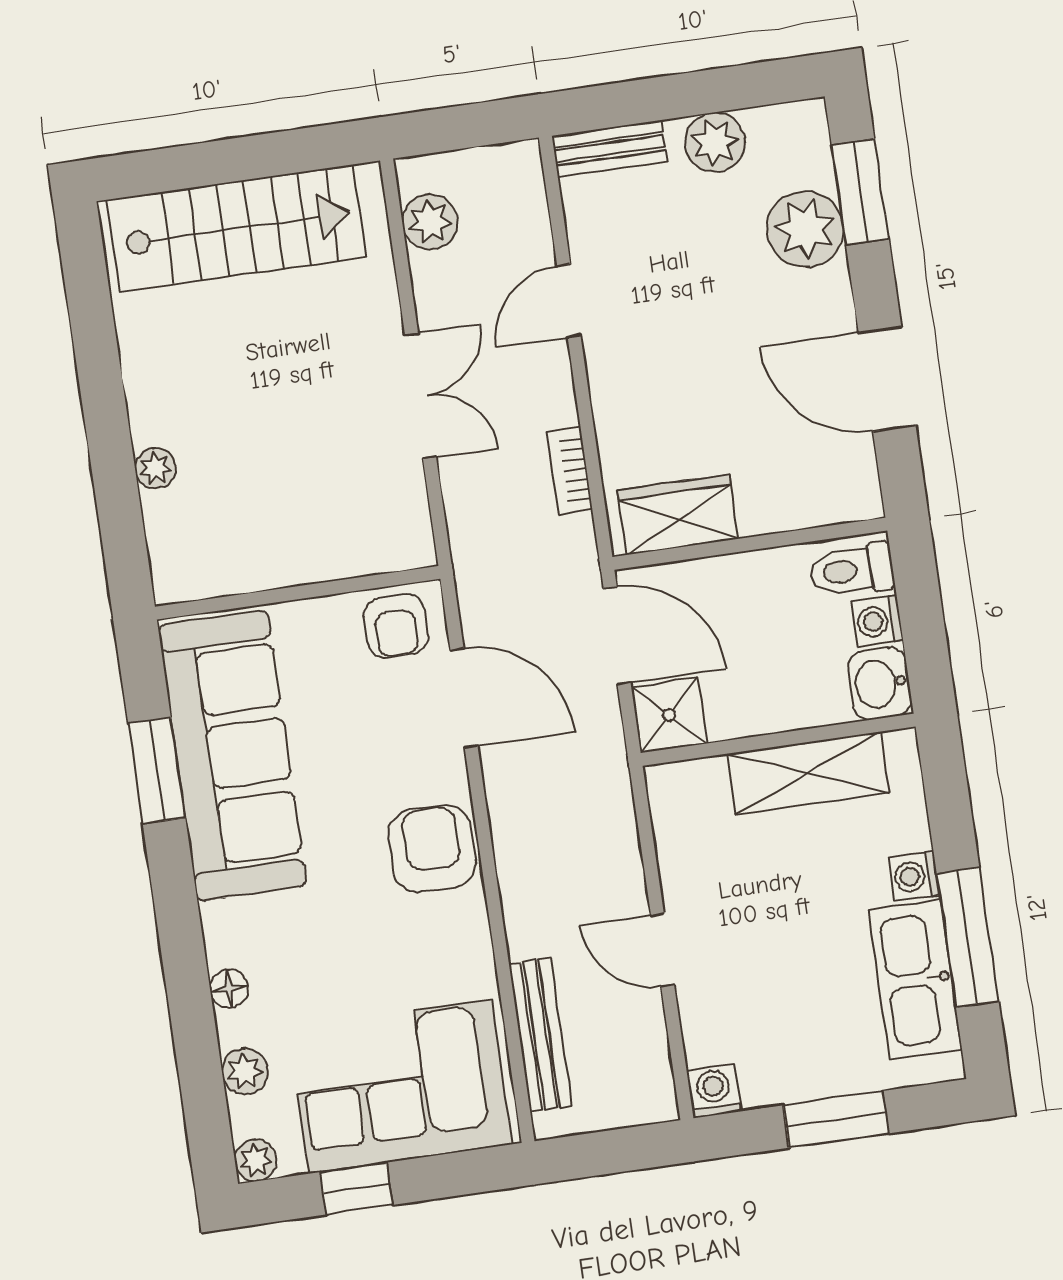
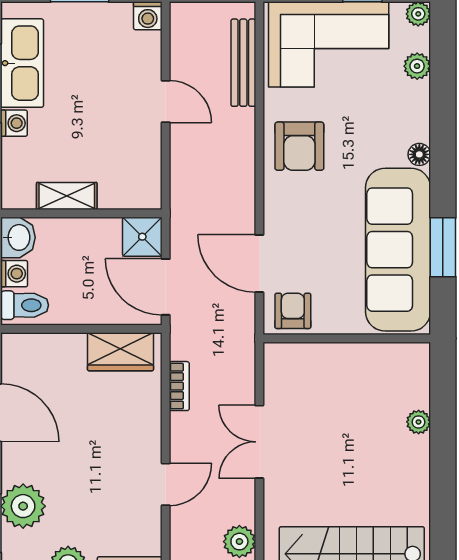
shelving: (808, 773) -> (67, 196), width x0.67, depth x0.75
armchair: (432, 849) -> (299, 146), moved
floor lamp: (229, 989) -> (419, 154), moved

